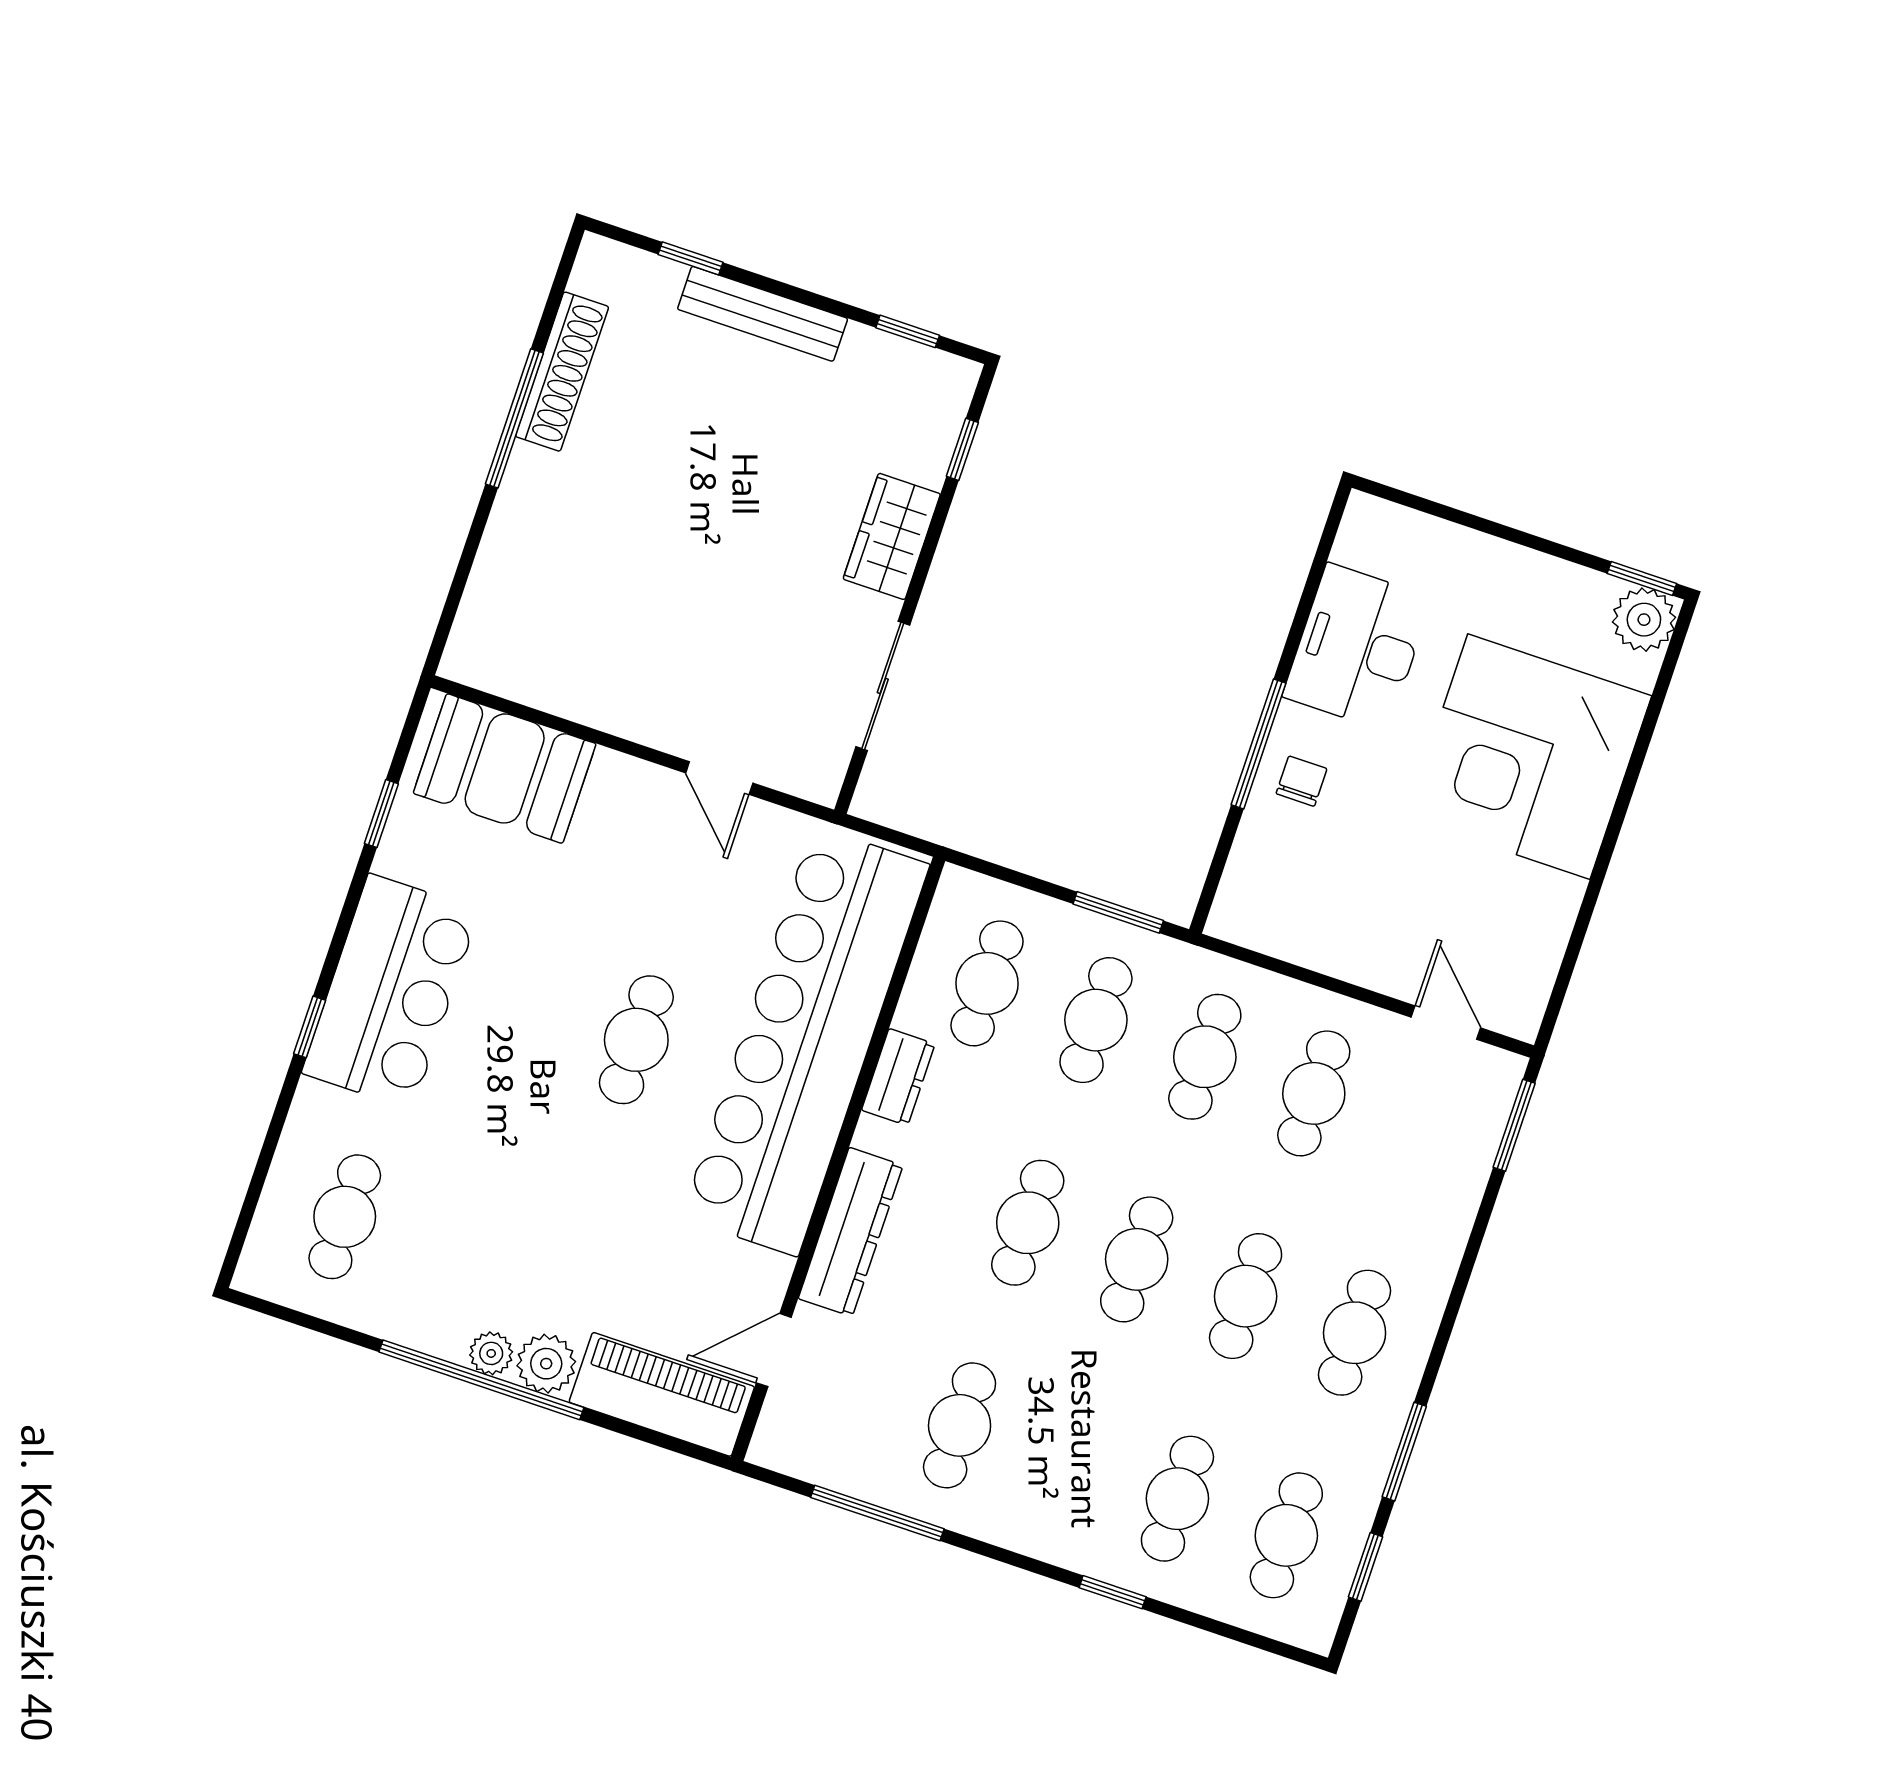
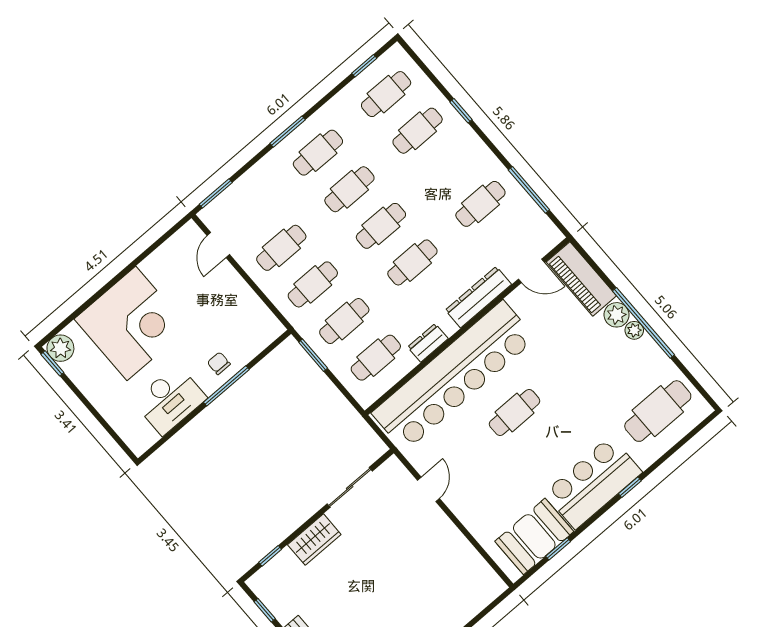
booth: (505, 768) -> (534, 536), moved, turned 90
chair: (1302, 781) -> (219, 363), turned 90
cafe table: (345, 1217) -> (658, 411), width x1.37, depth x1.35
window: (1404, 1452) -> (288, 132), moved

